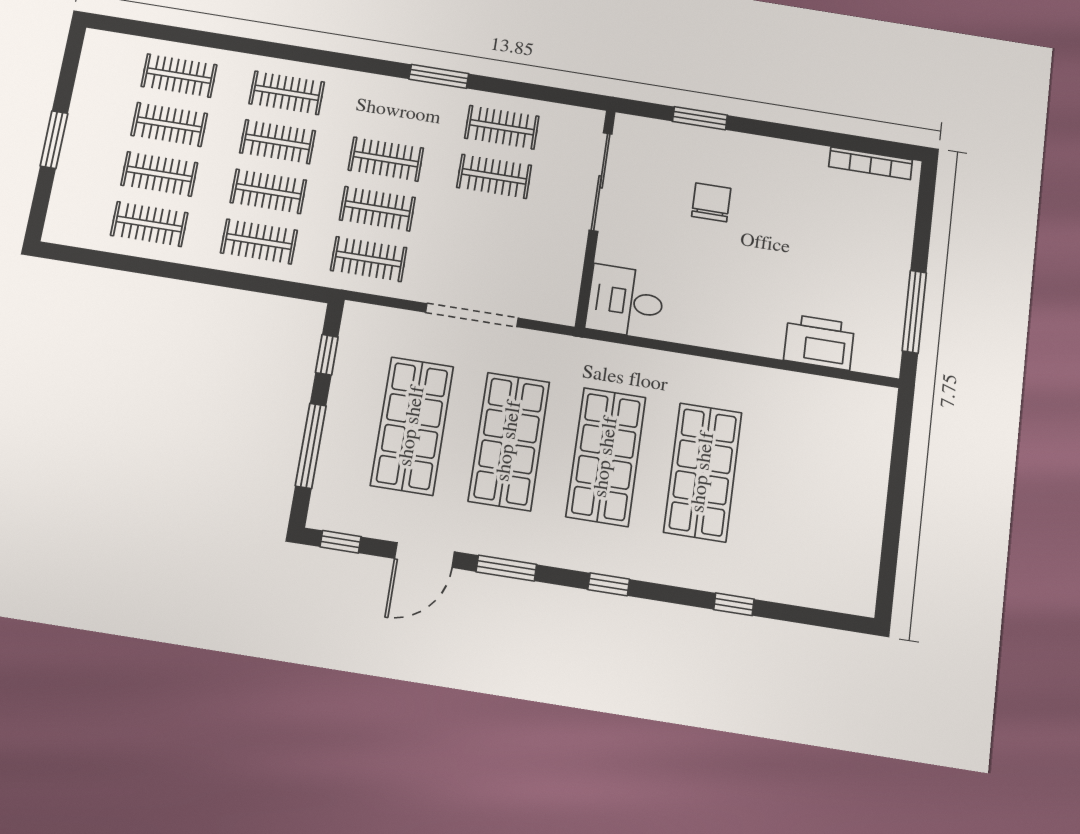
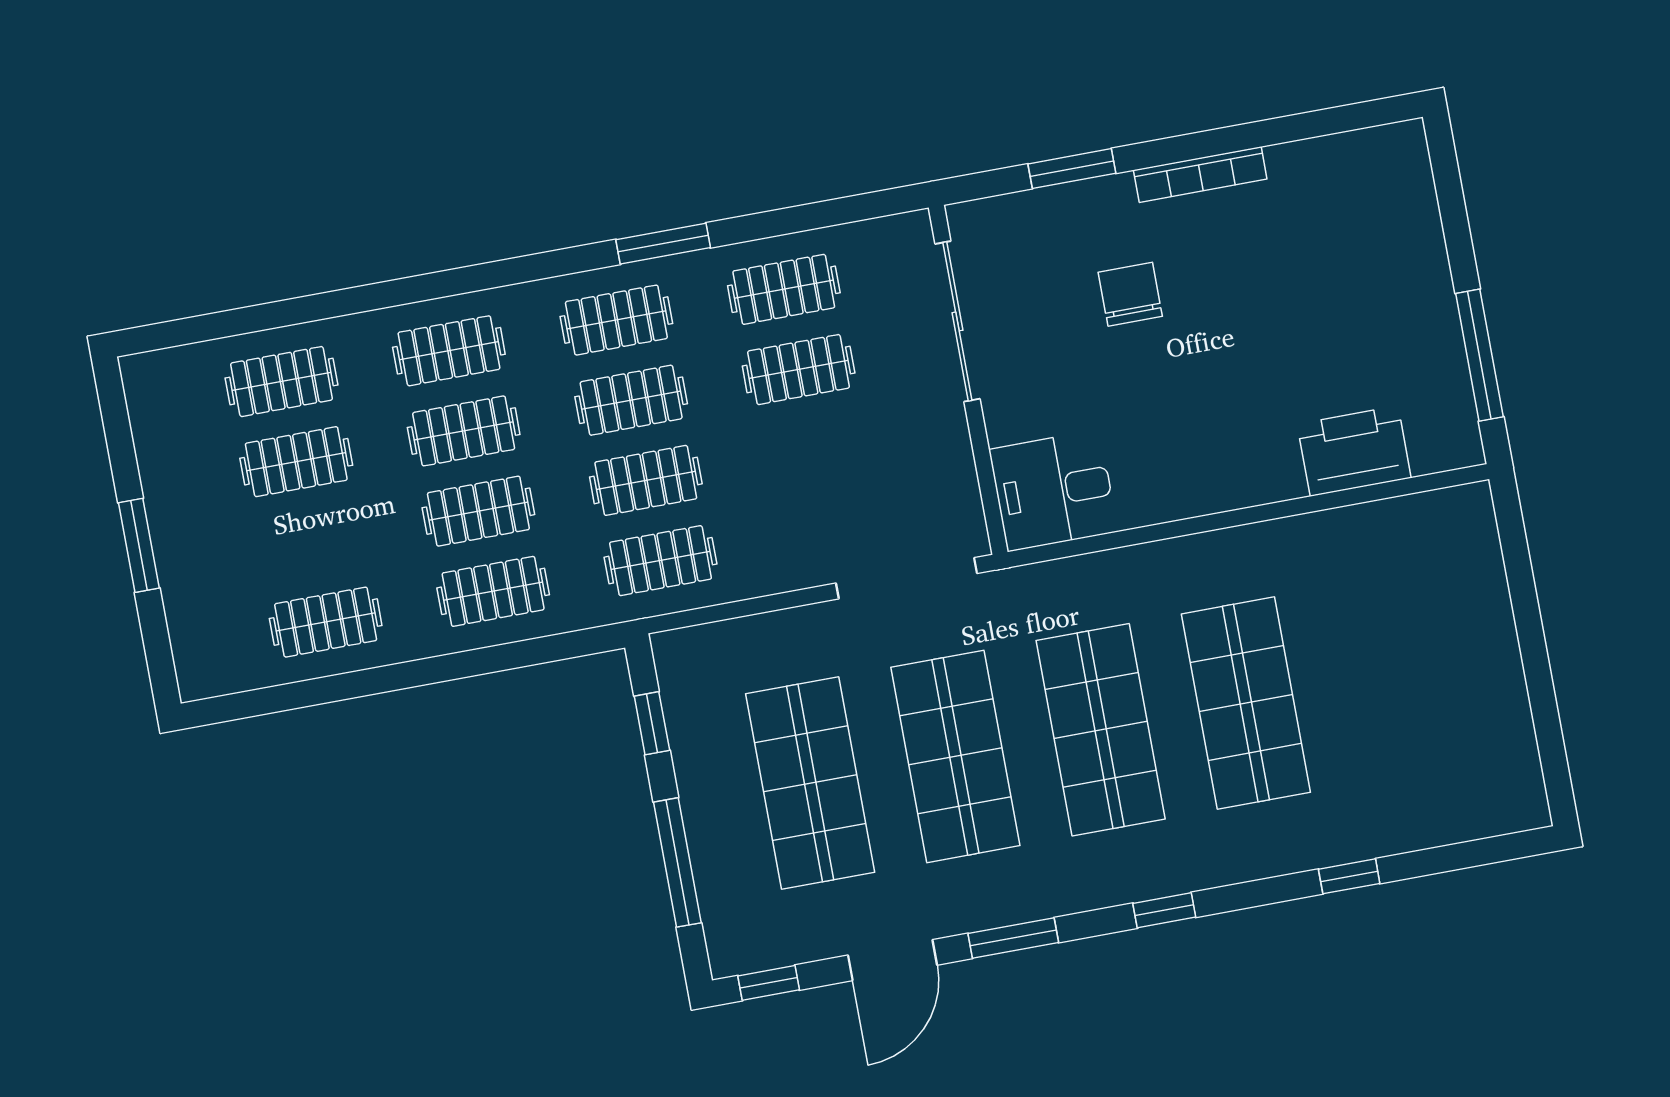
bookcase: (871, 163) -> (1200, 175), moved
clothes rail: (159, 174) -> (616, 320), moved
doorway: (472, 315) -> (907, 578), moved

